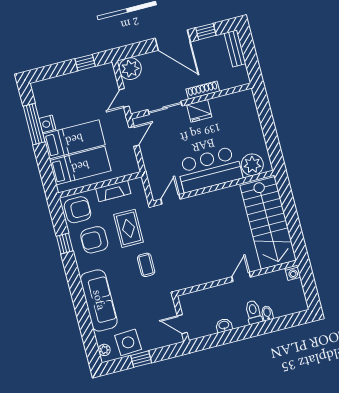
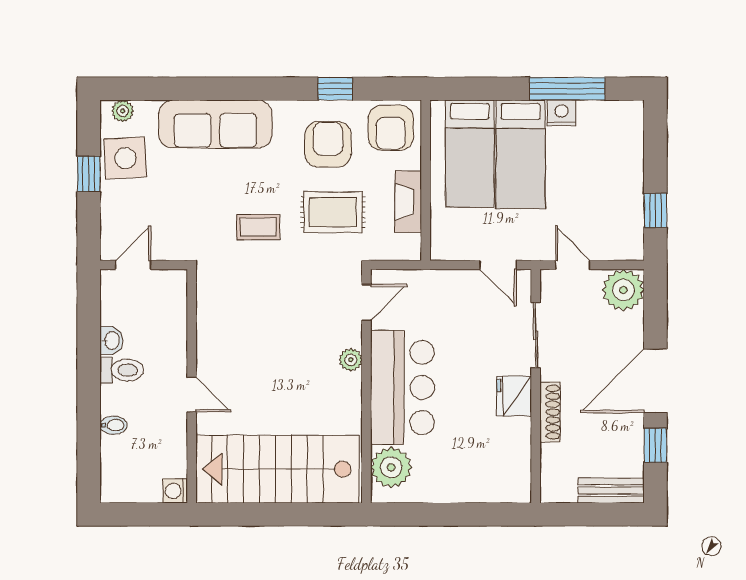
door: (171, 199) -> (366, 302), hinge flipped
plant: (202, 200) -> (351, 360), added
toilet: (253, 312) -> (122, 370), moved

